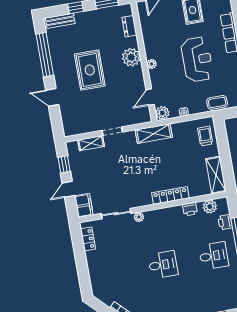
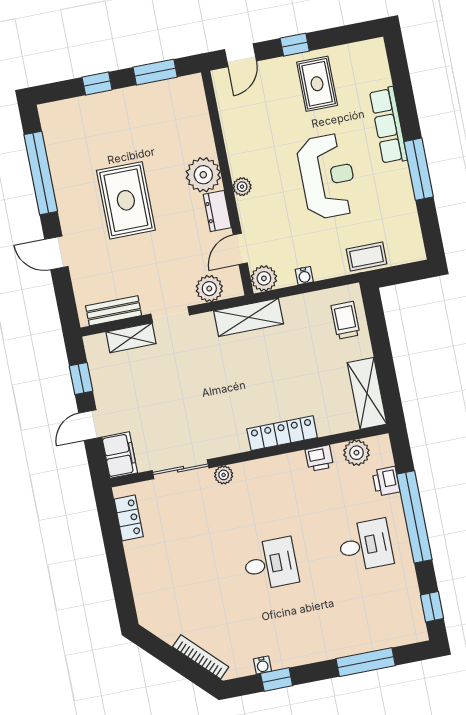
bench: (60, 21) -> (114, 311), moved
dresser: (129, 26) -> (217, 211), moved
plant: (133, 118) -> (209, 289), added

